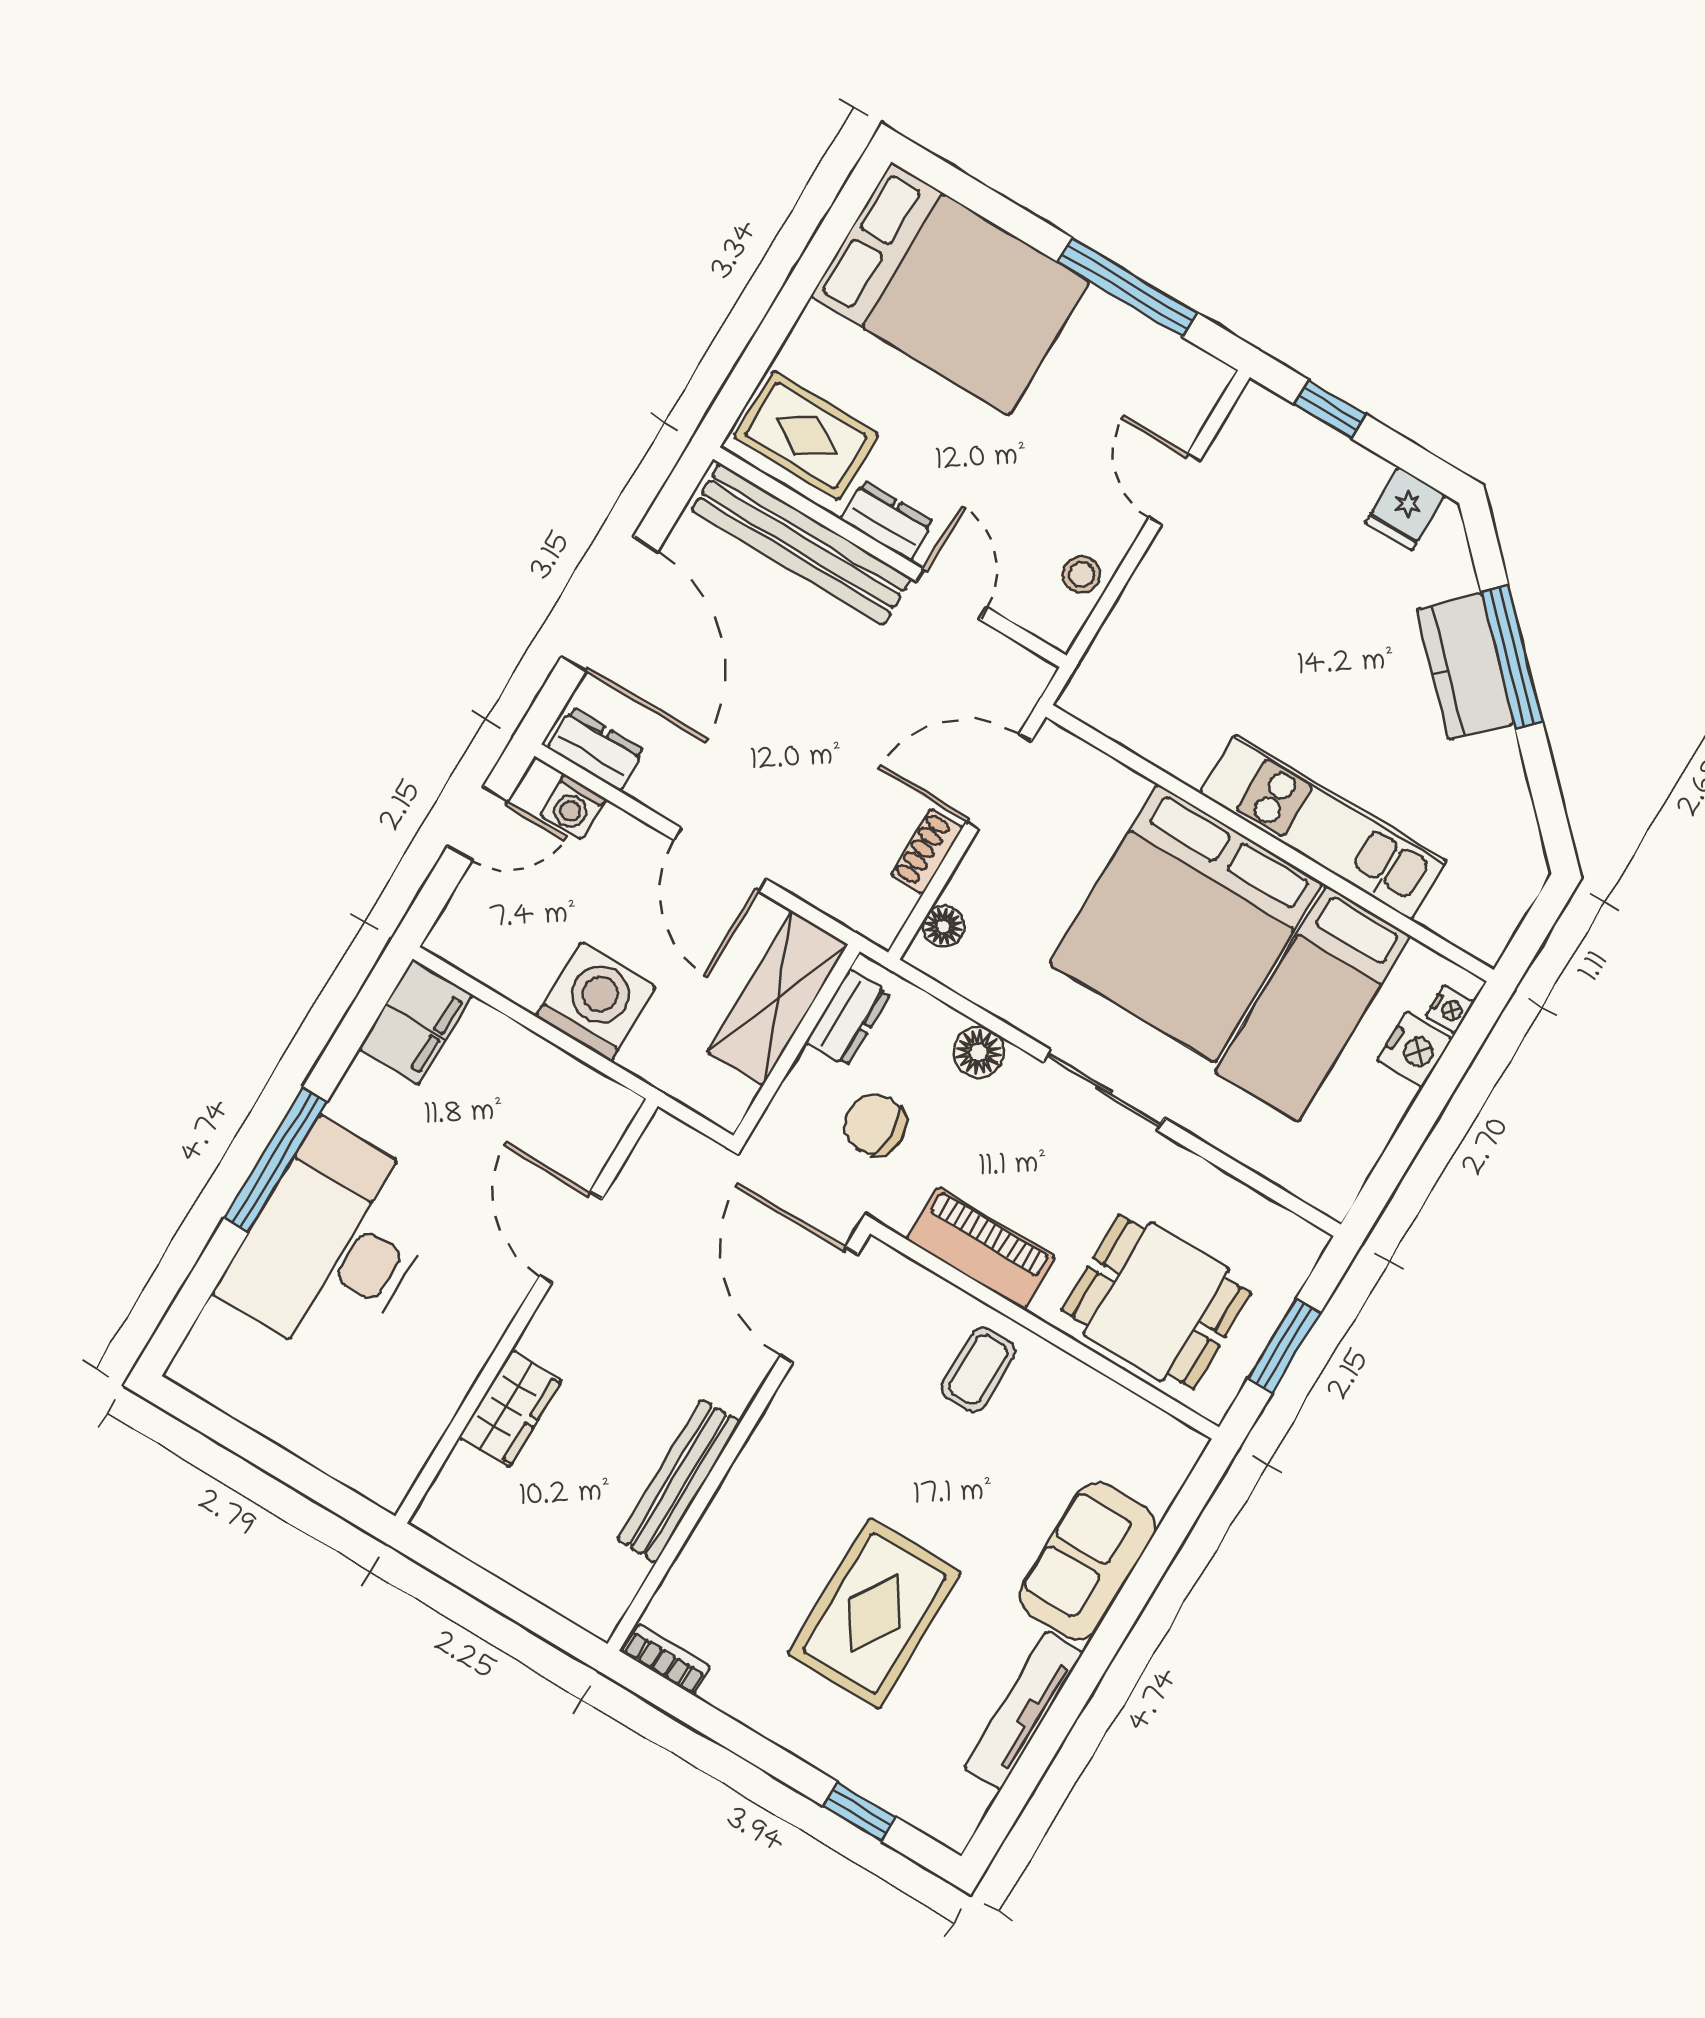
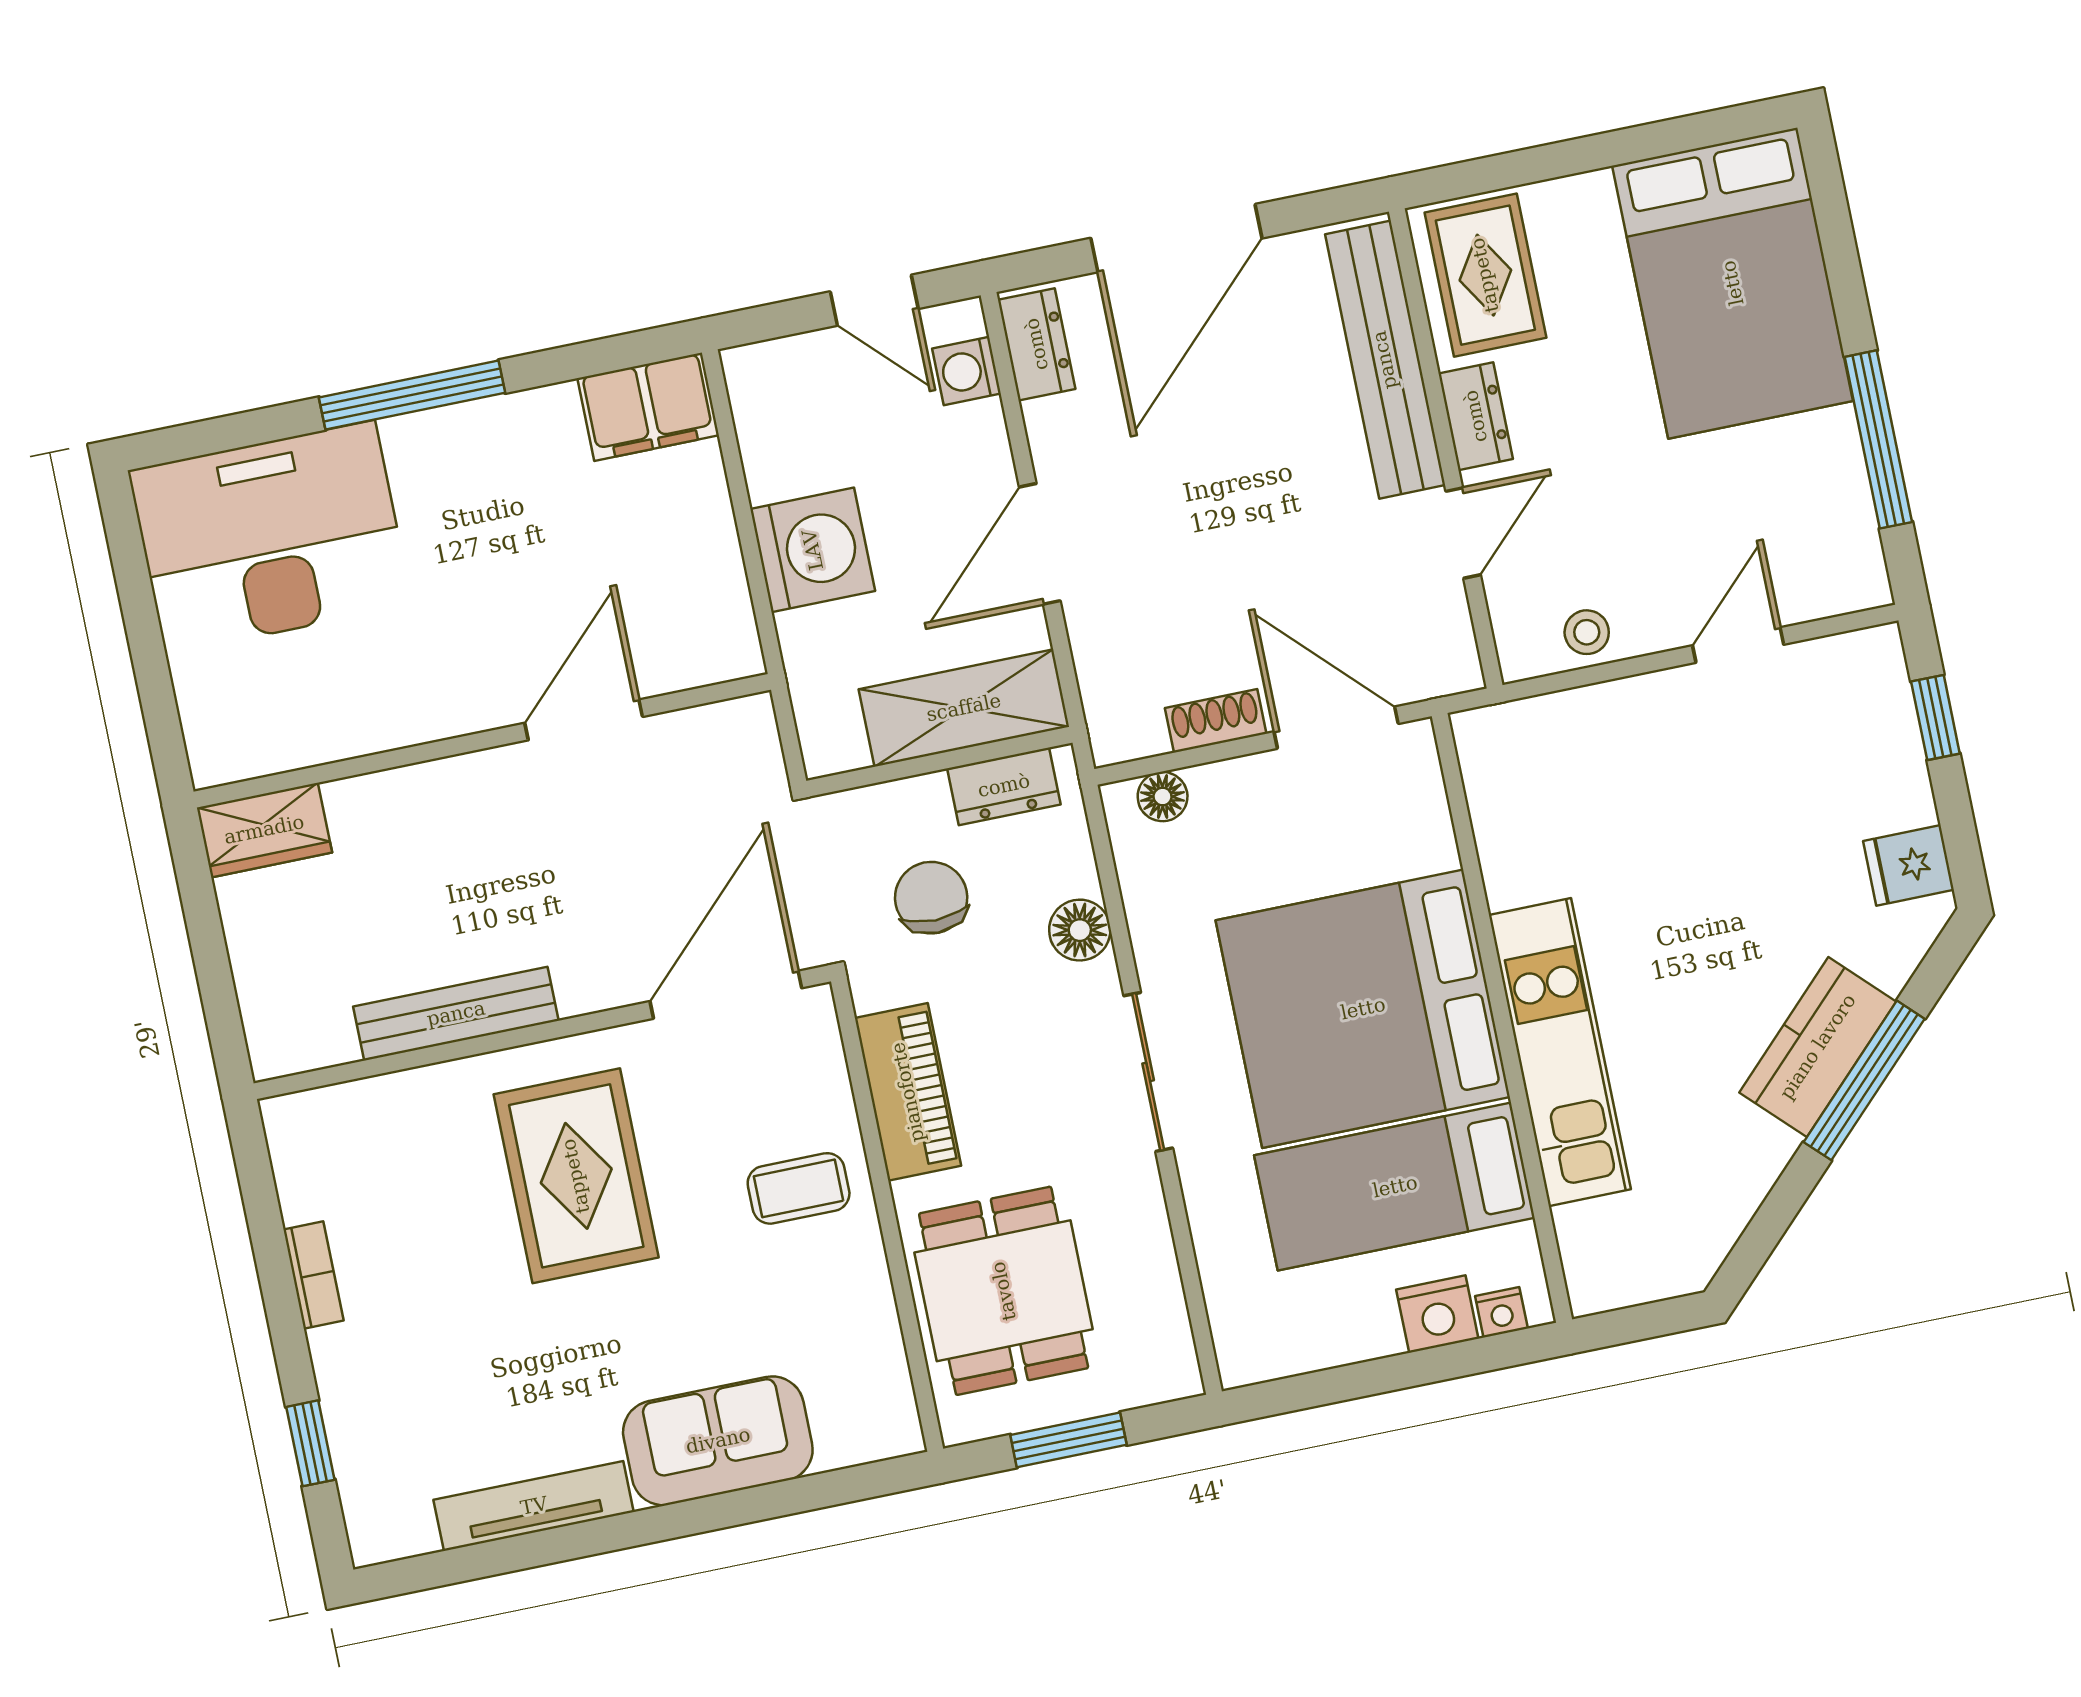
desk: (333, 1244) -> (270, 538), moved
wardrobe: (510, 1409) -> (264, 830), moved
rug: (874, 1613) -> (576, 1176), moved, turned 90
bookcase: (666, 1660) -> (313, 1275), moved

